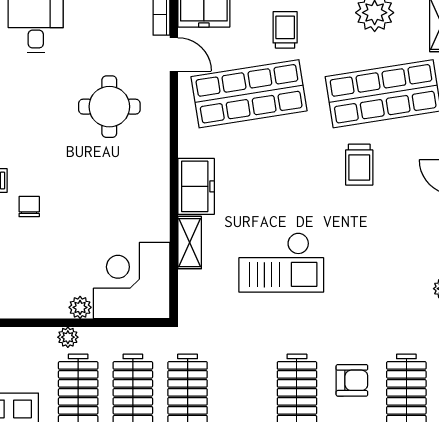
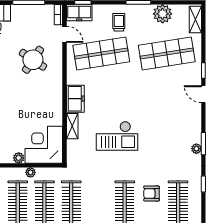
round table: (109, 107) -> (33, 60), turned 34
trolley: (359, 165) -> (155, 88), removed
plant: (68, 337) -> (30, 172), moved
armchair: (352, 380) -> (151, 194), turned 180

